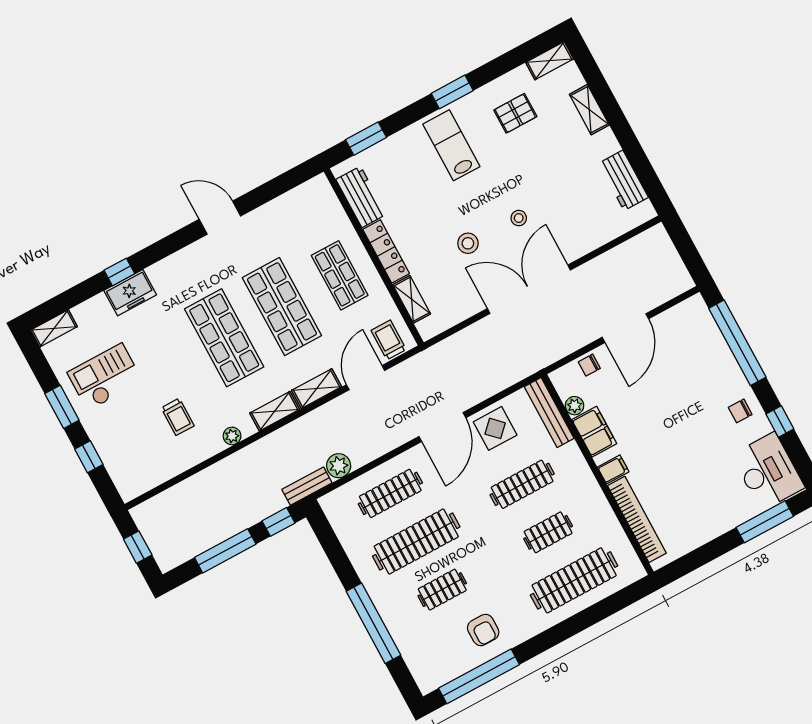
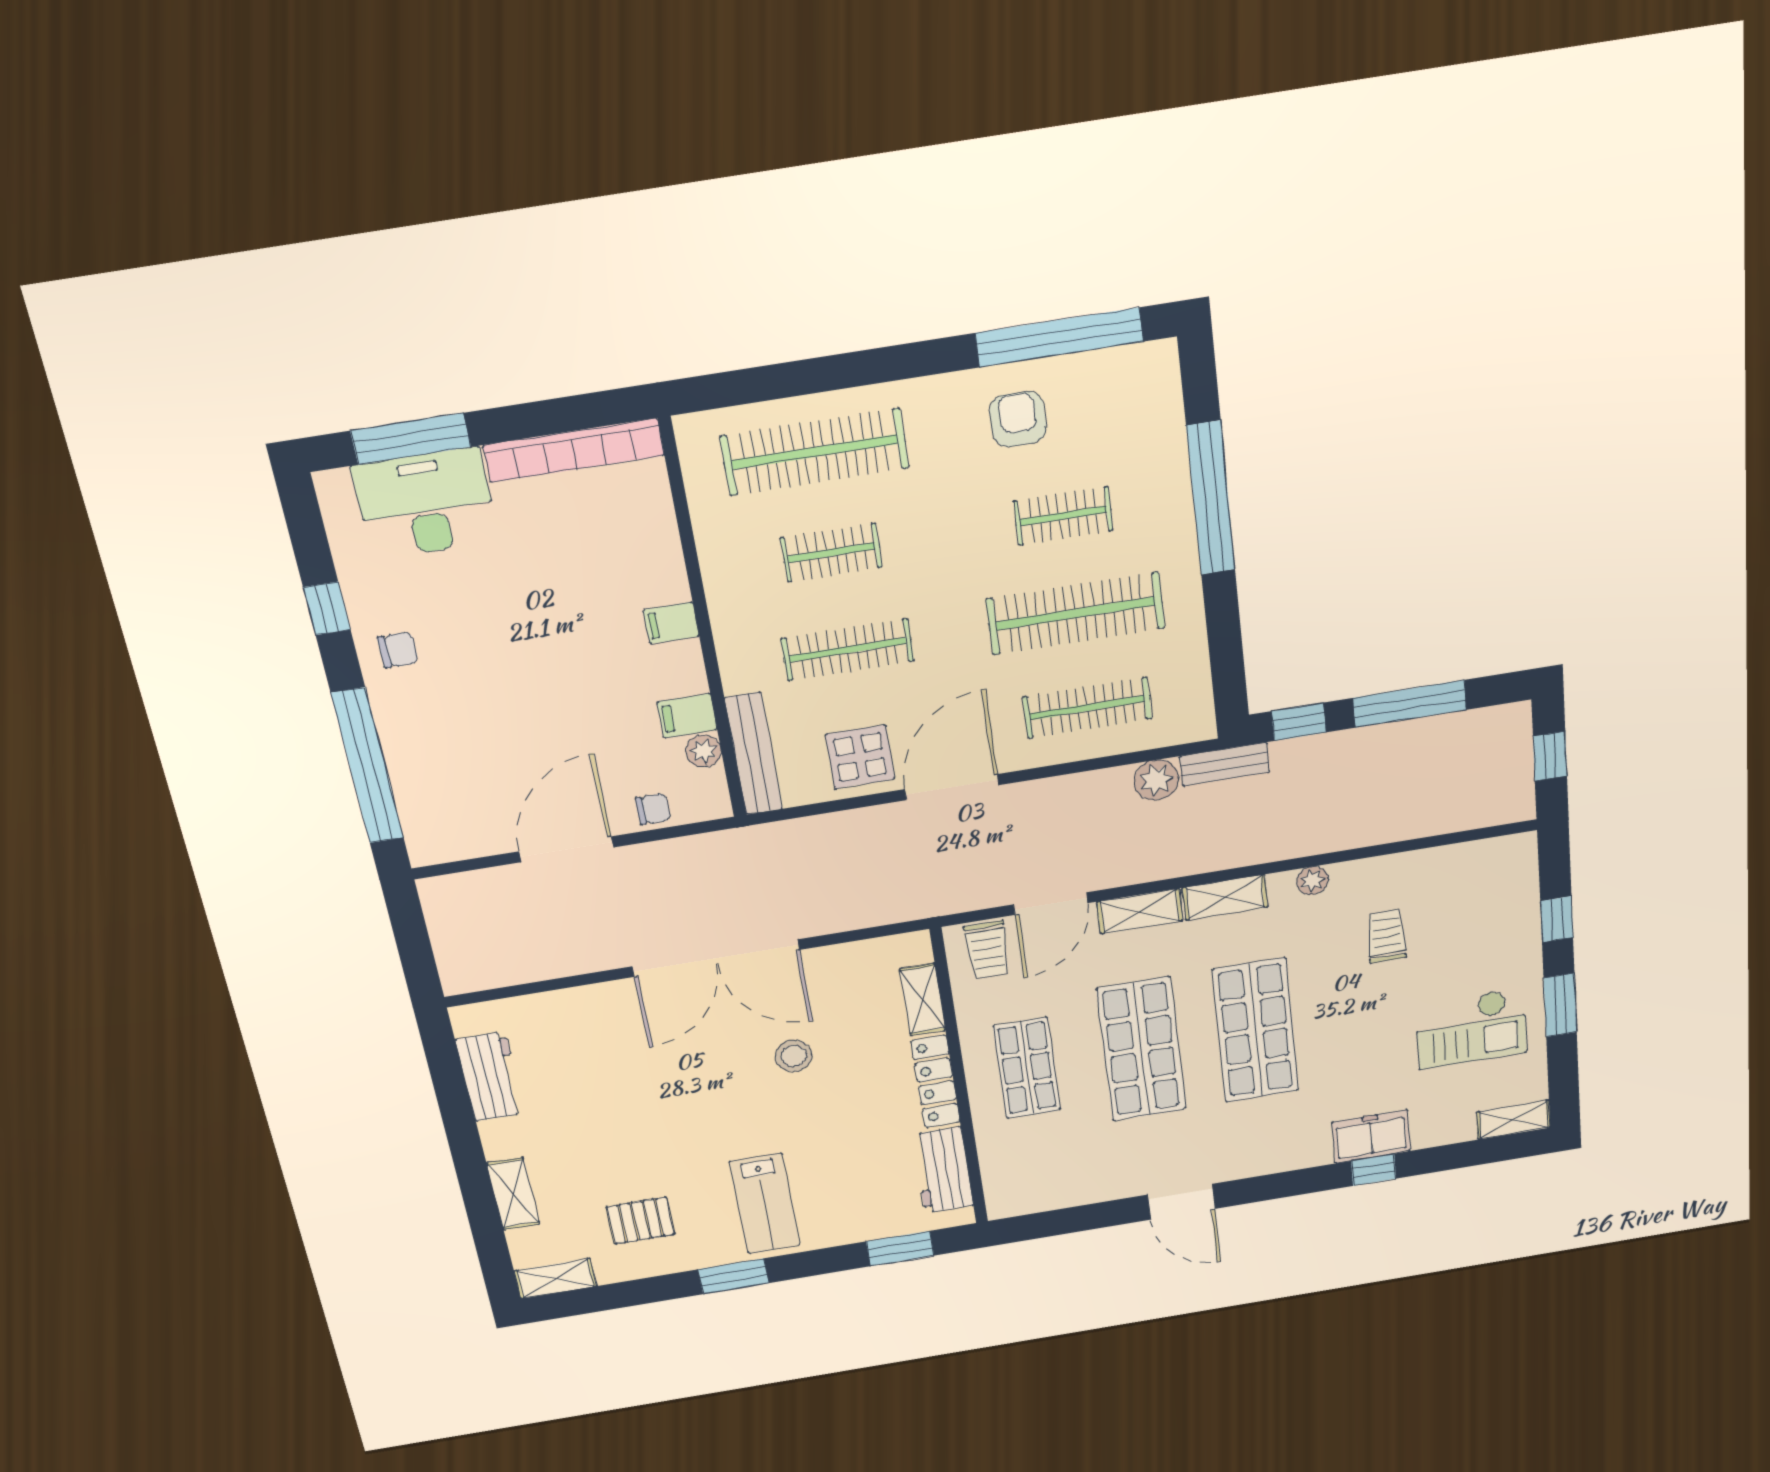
stool: (519, 218) -> (693, 1069), removed
filing cabinet: (594, 432) -> (687, 716), width x0.50
desk: (768, 471) -> (425, 504), moved, turned 90
bookcase: (637, 519) -> (574, 450), moved, turned -90

